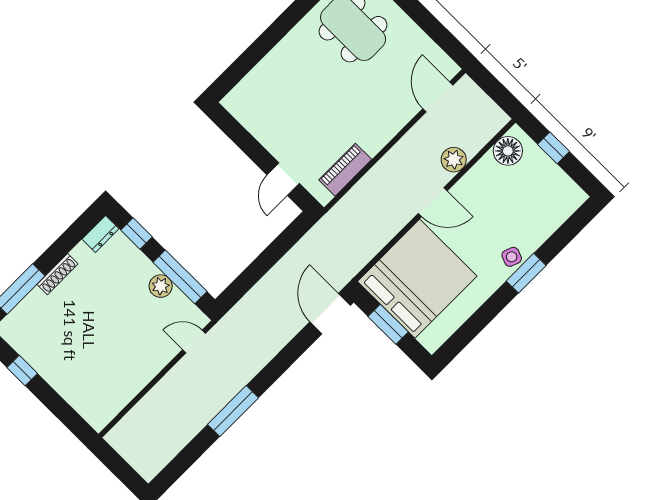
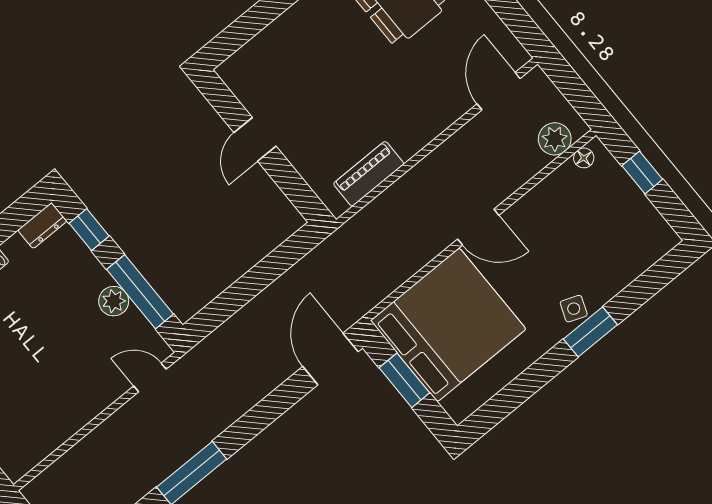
floor lamp: (508, 151) -> (584, 158), width x0.53, depth x0.53
plant: (454, 160) -> (555, 139), moved
door: (283, 179) -> (255, 139), moved

